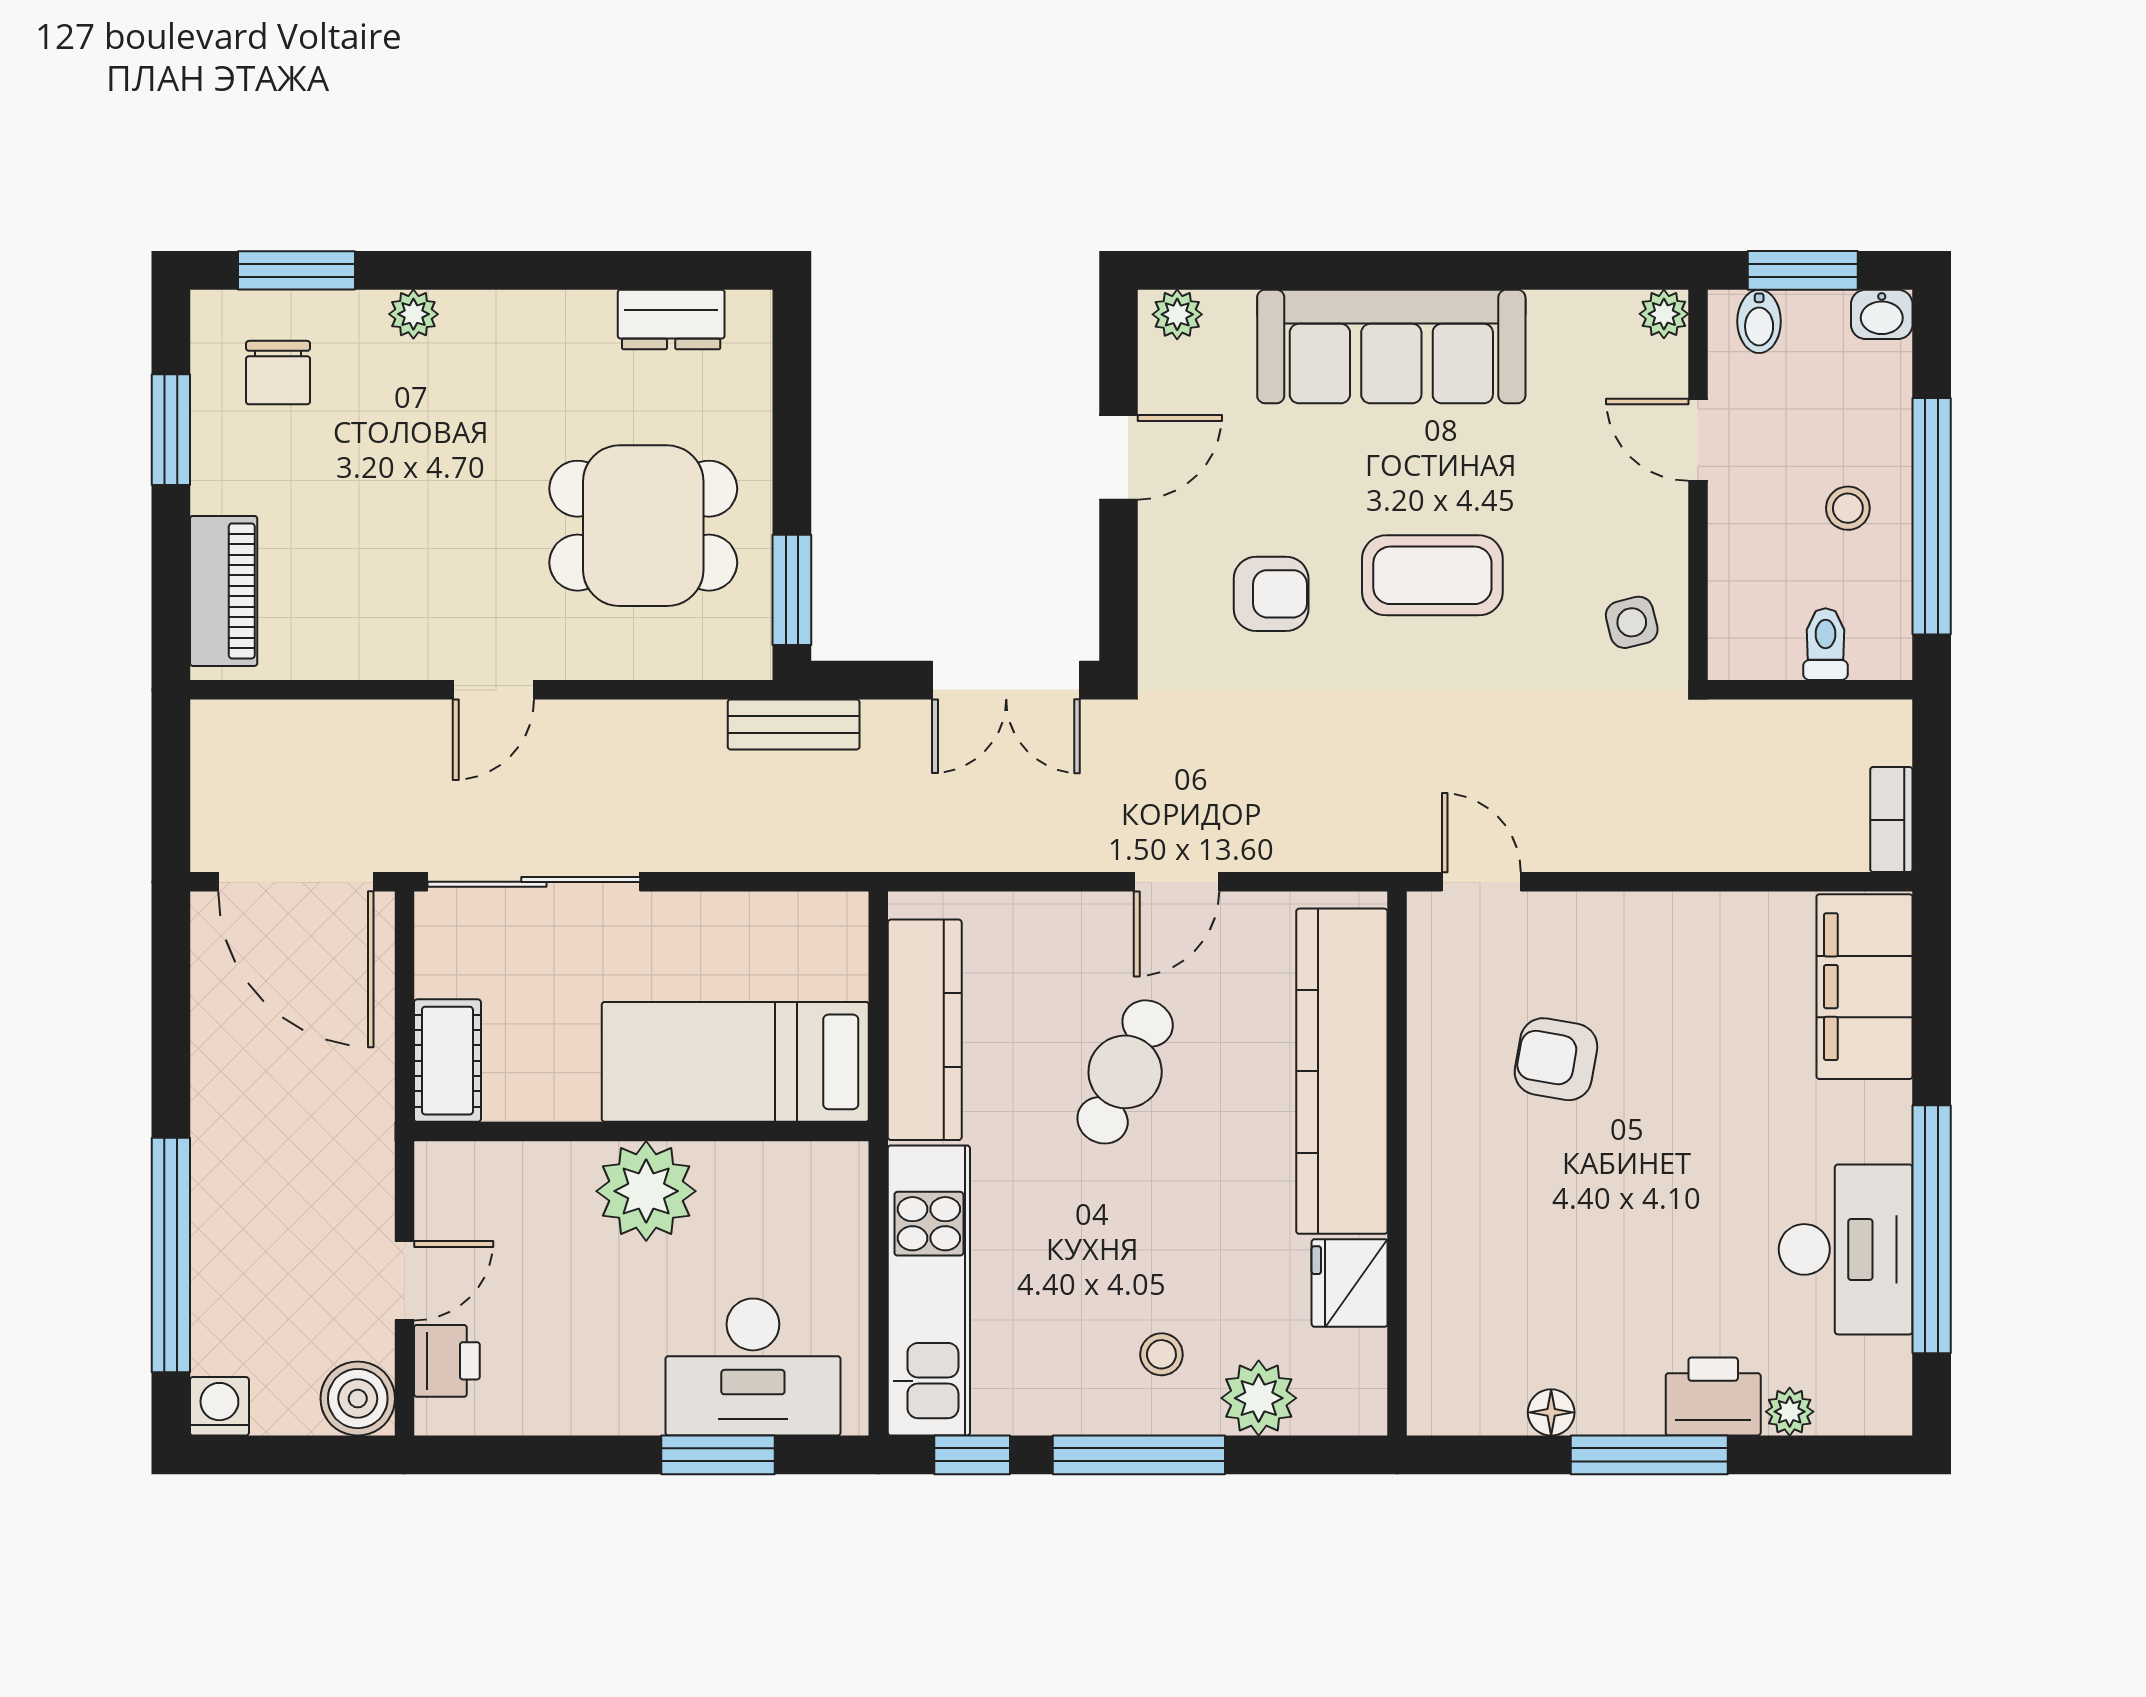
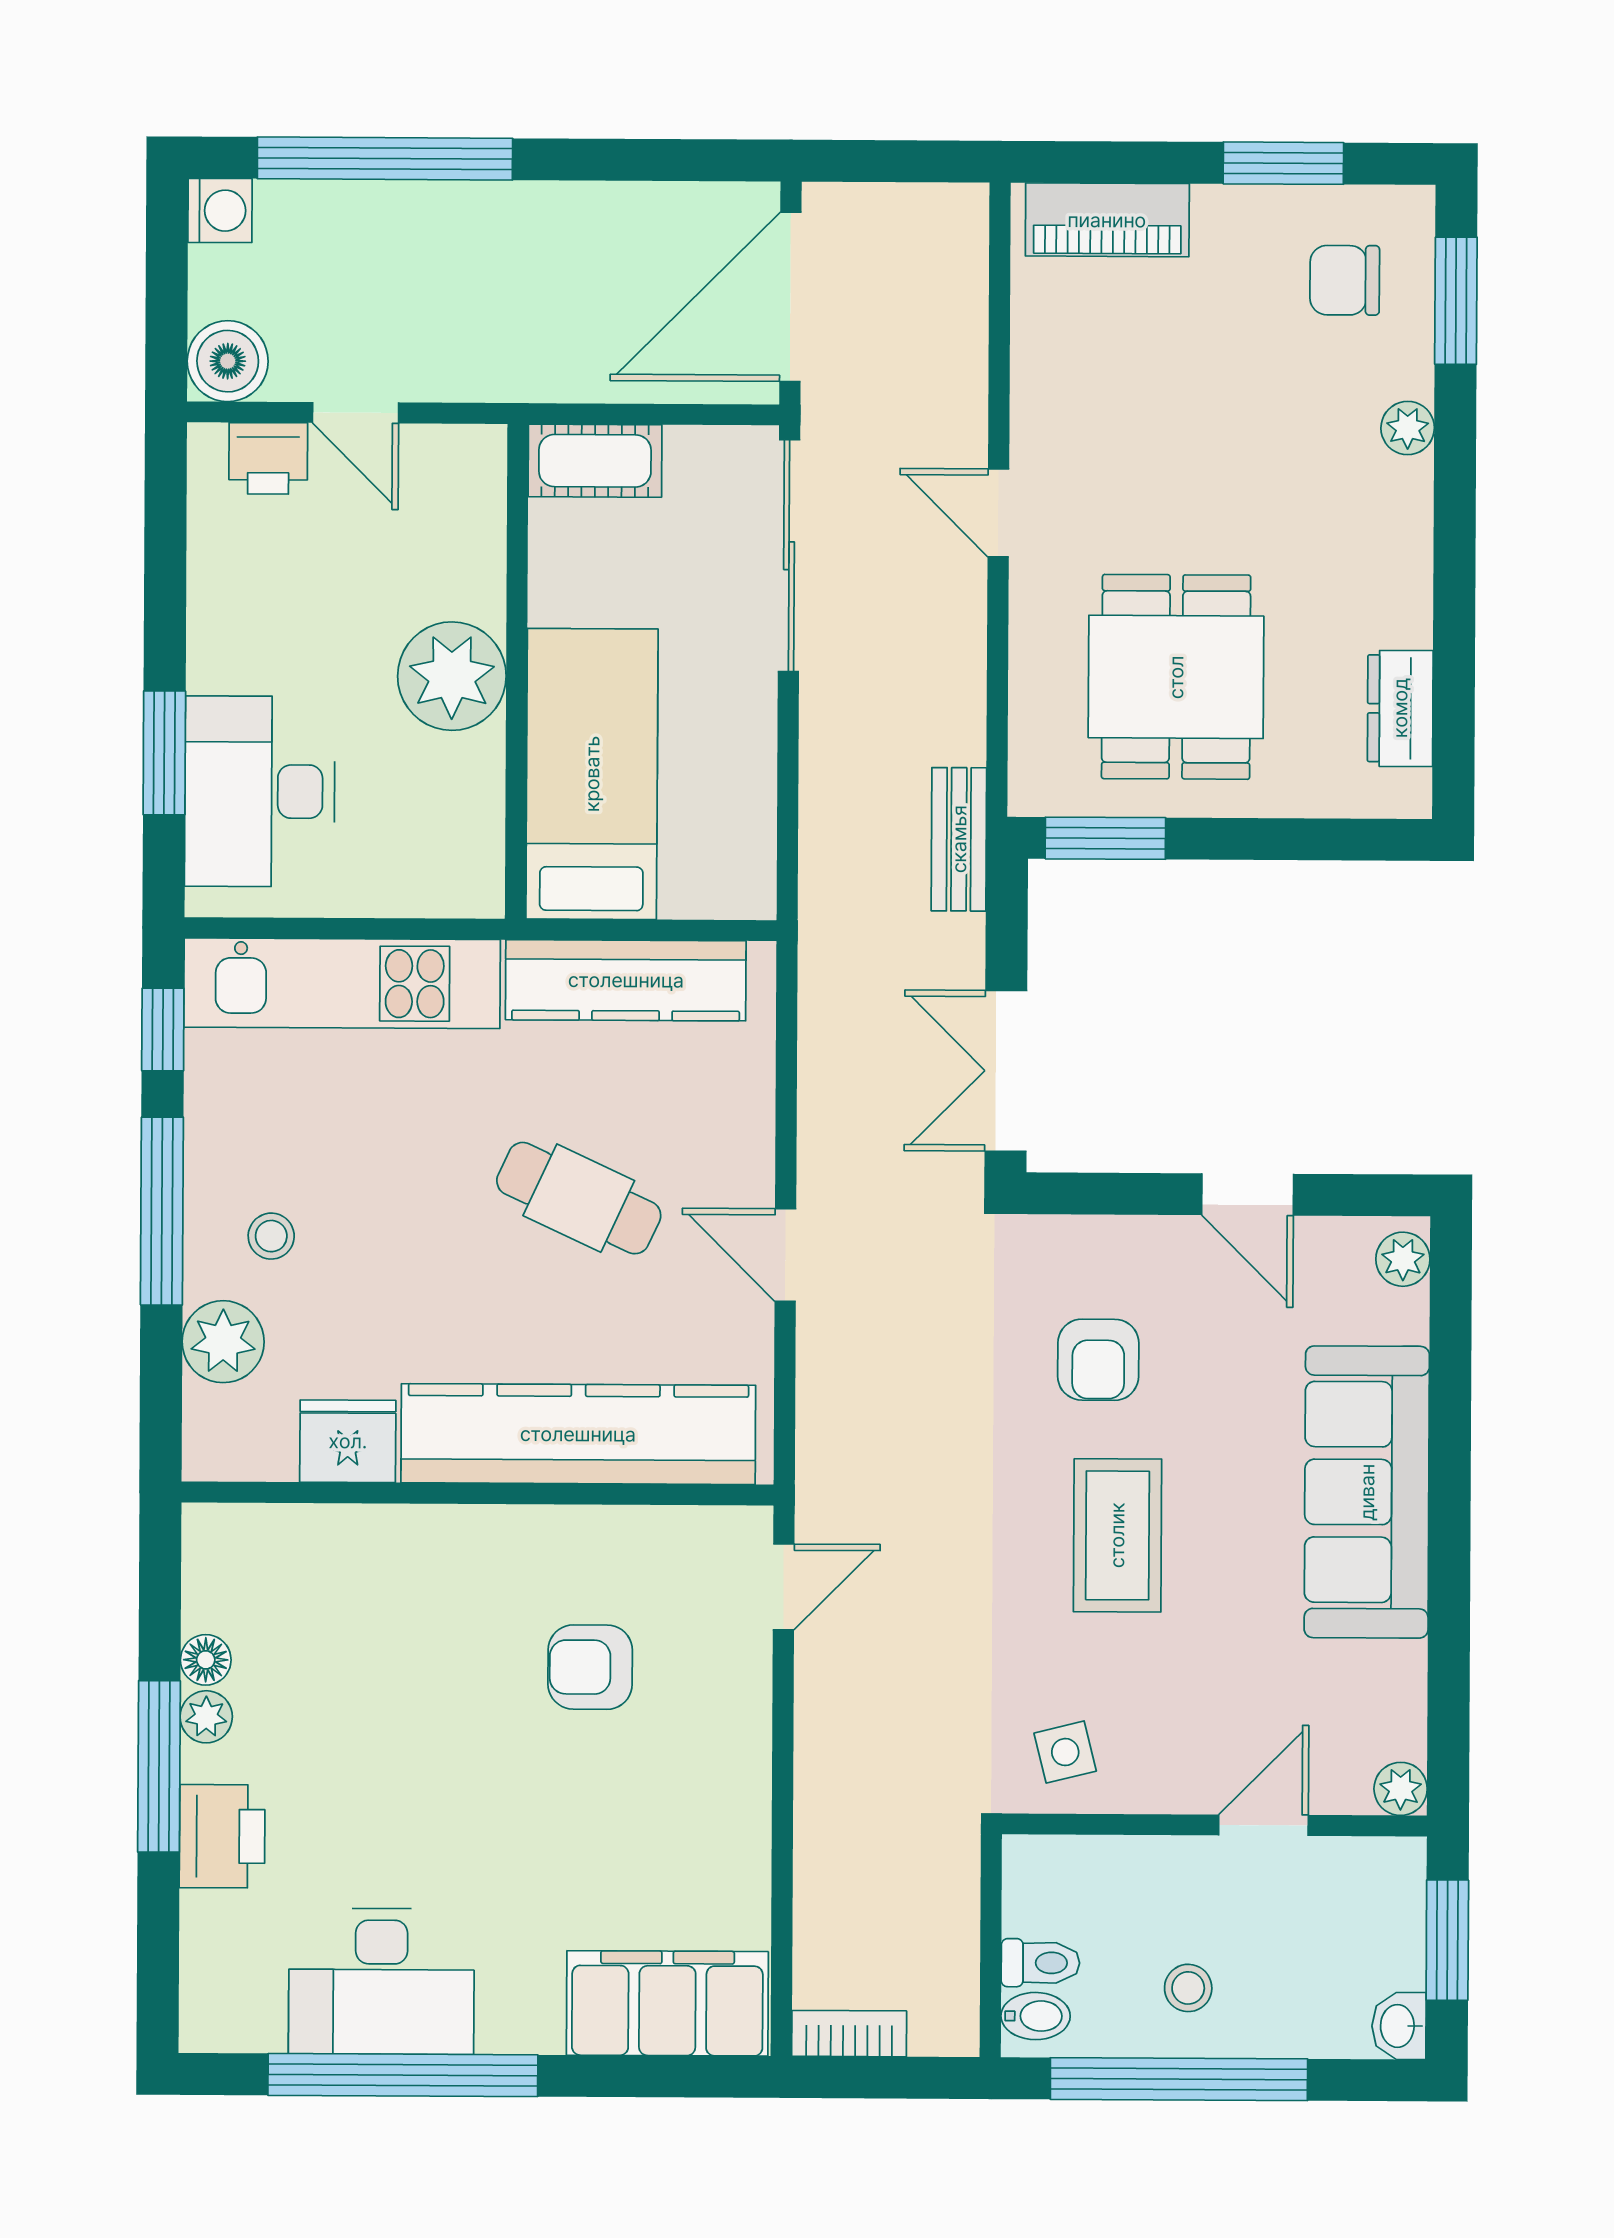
bidet: (1759, 321) -> (1036, 2016), moved, turned 180
armchair: (1556, 1059) -> (590, 1667), turned -100
plant: (1790, 1412) -> (206, 1717), moved

